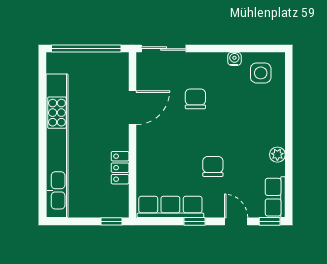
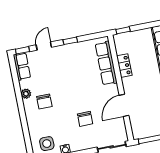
chair: (213, 166) -> (44, 102), moved
row of seats: (170, 207) -> (106, 63), moved, turned 90
door: (236, 221) -> (44, 46), swing flipped

